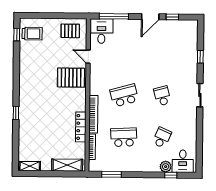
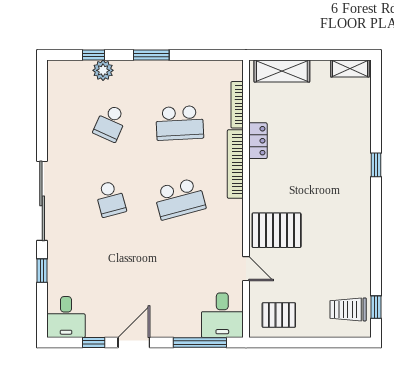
sliding door: (200, 95) -> (42, 201), width x1.86
locker: (81, 127) -> (258, 141), width x0.66
desk: (183, 161) -> (66, 317), moved, turned 180
window: (111, 174) -> (151, 55), moved

